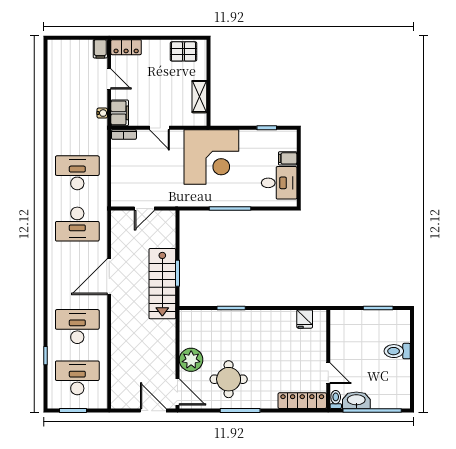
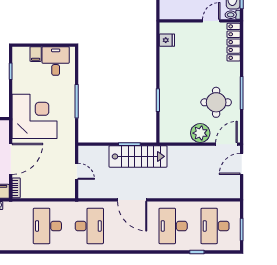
door: (159, 128) -> (11, 159), width x1.87

